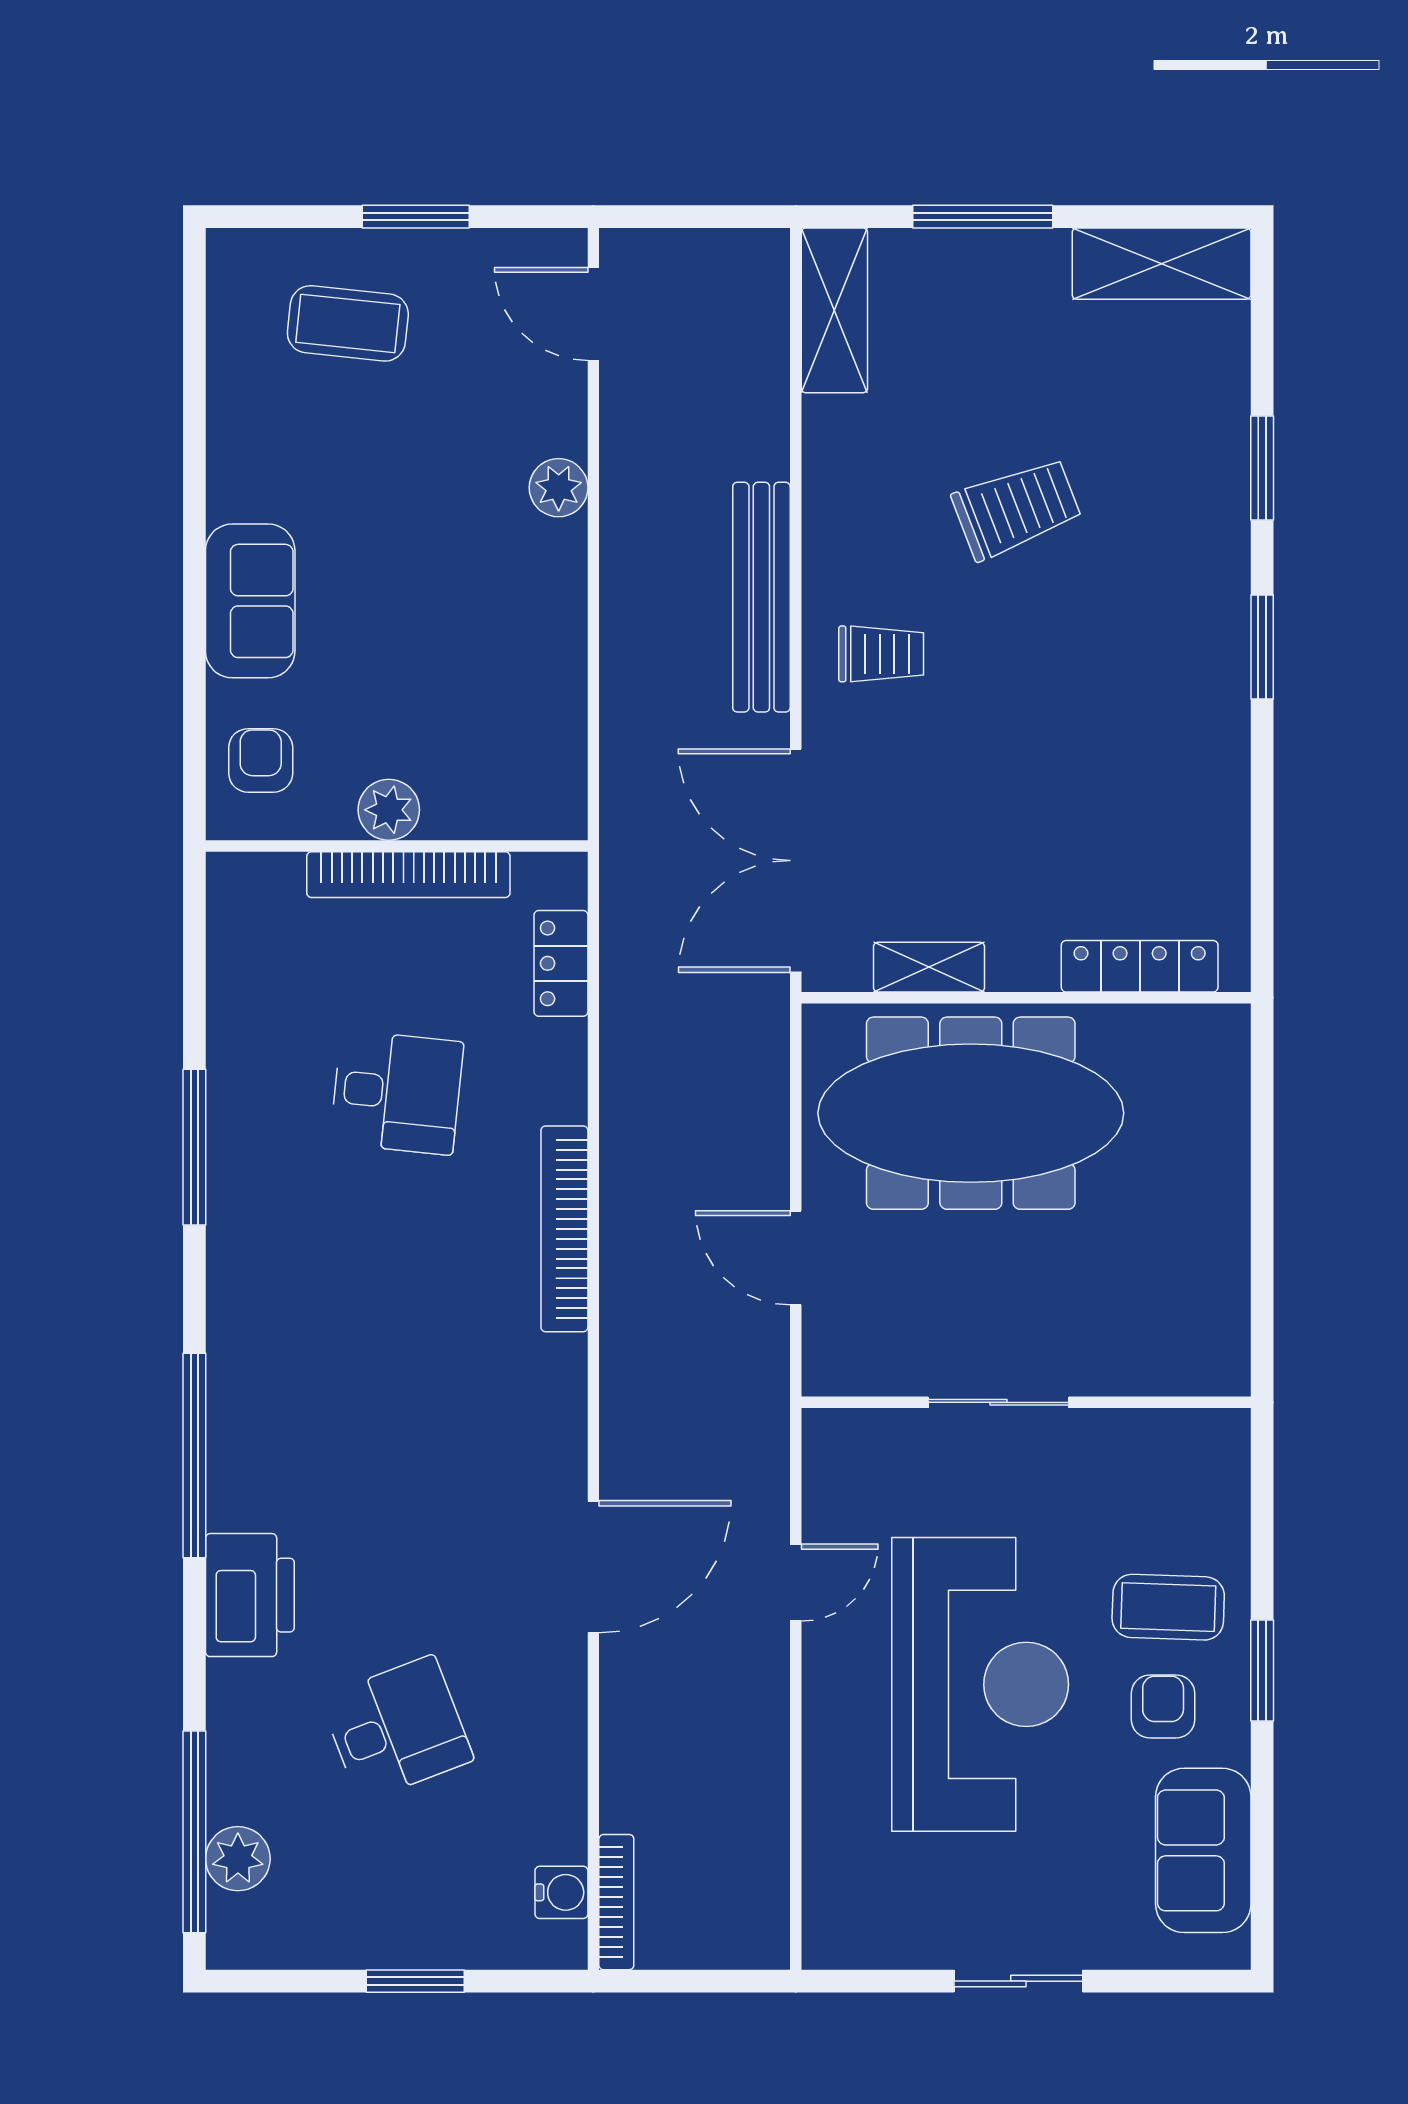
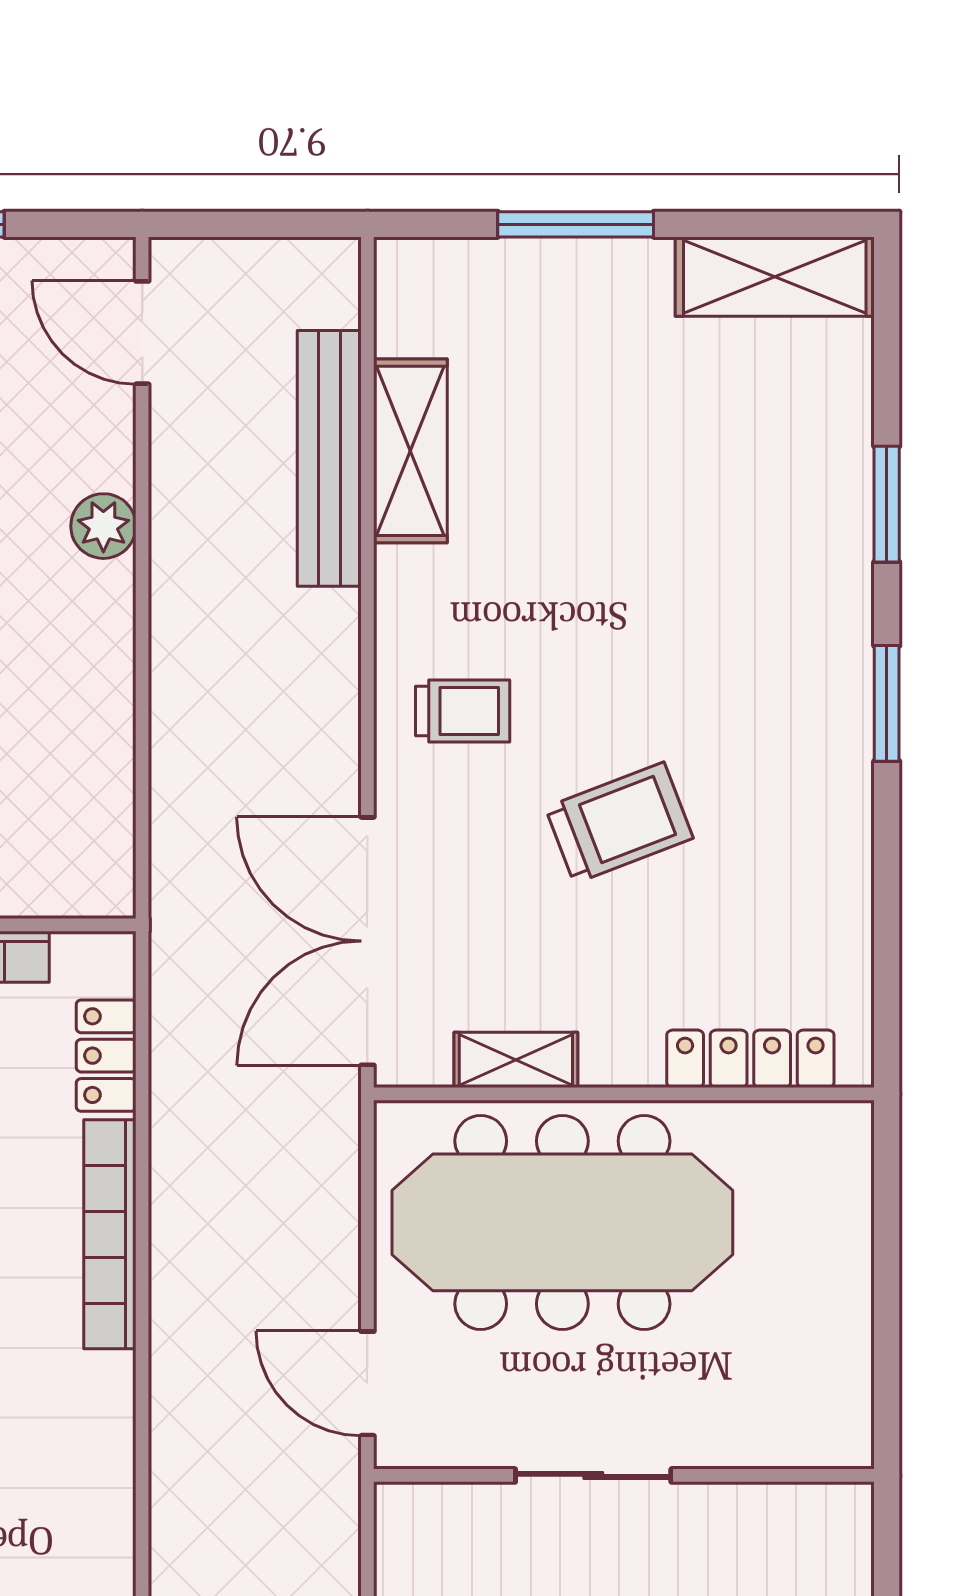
shelving: (834, 310) -> (410, 451), moved
trolley: (1017, 508) -> (619, 823), moved
bench: (761, 597) -> (329, 458), moved
bookcase: (564, 1229) -> (110, 1234), moved
sliding door: (998, 1402) -> (593, 1475), moved
wall: (1026, 1402) -> (624, 1475), moved

